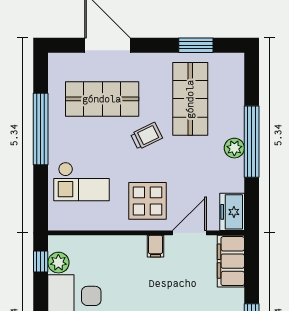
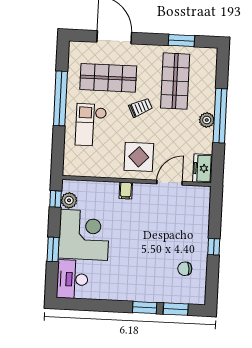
checkout: (82, 181) -> (91, 125), moved, turned 90
filing cabinet: (155, 246) -> (126, 191), moved
filing cabinet: (231, 261) -> (200, 206), removed

